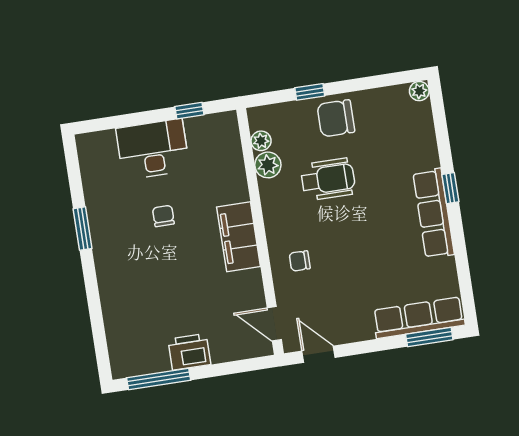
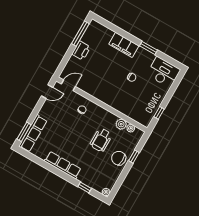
chair: (336, 118) -> (119, 158), turned -88
desk: (153, 149) -> (164, 72), moved, turned -90
window: (450, 188) -> (85, 187), moved
filing cabinet: (239, 237) -> (124, 45), moved, turned 180

